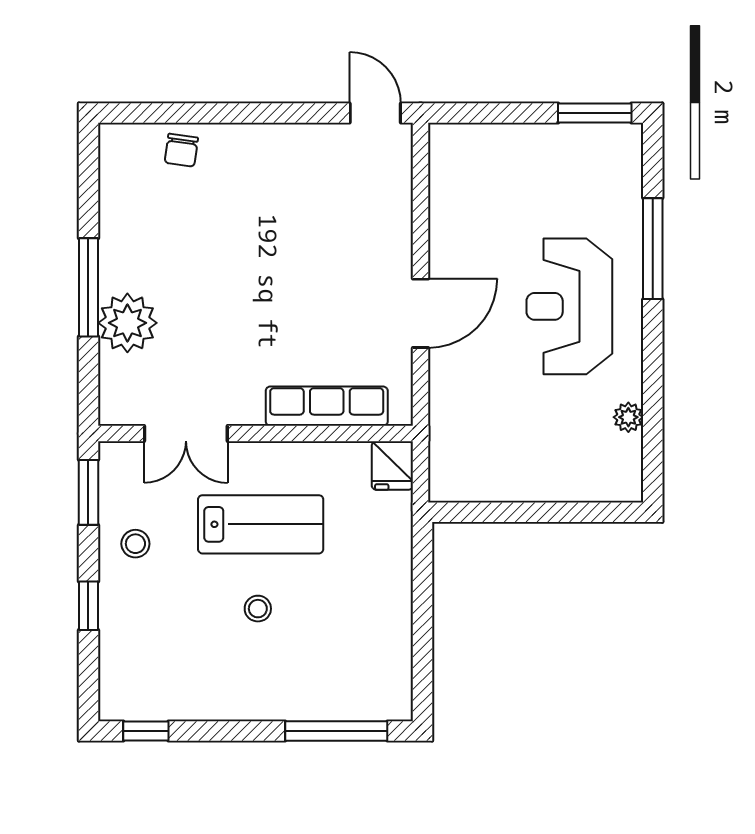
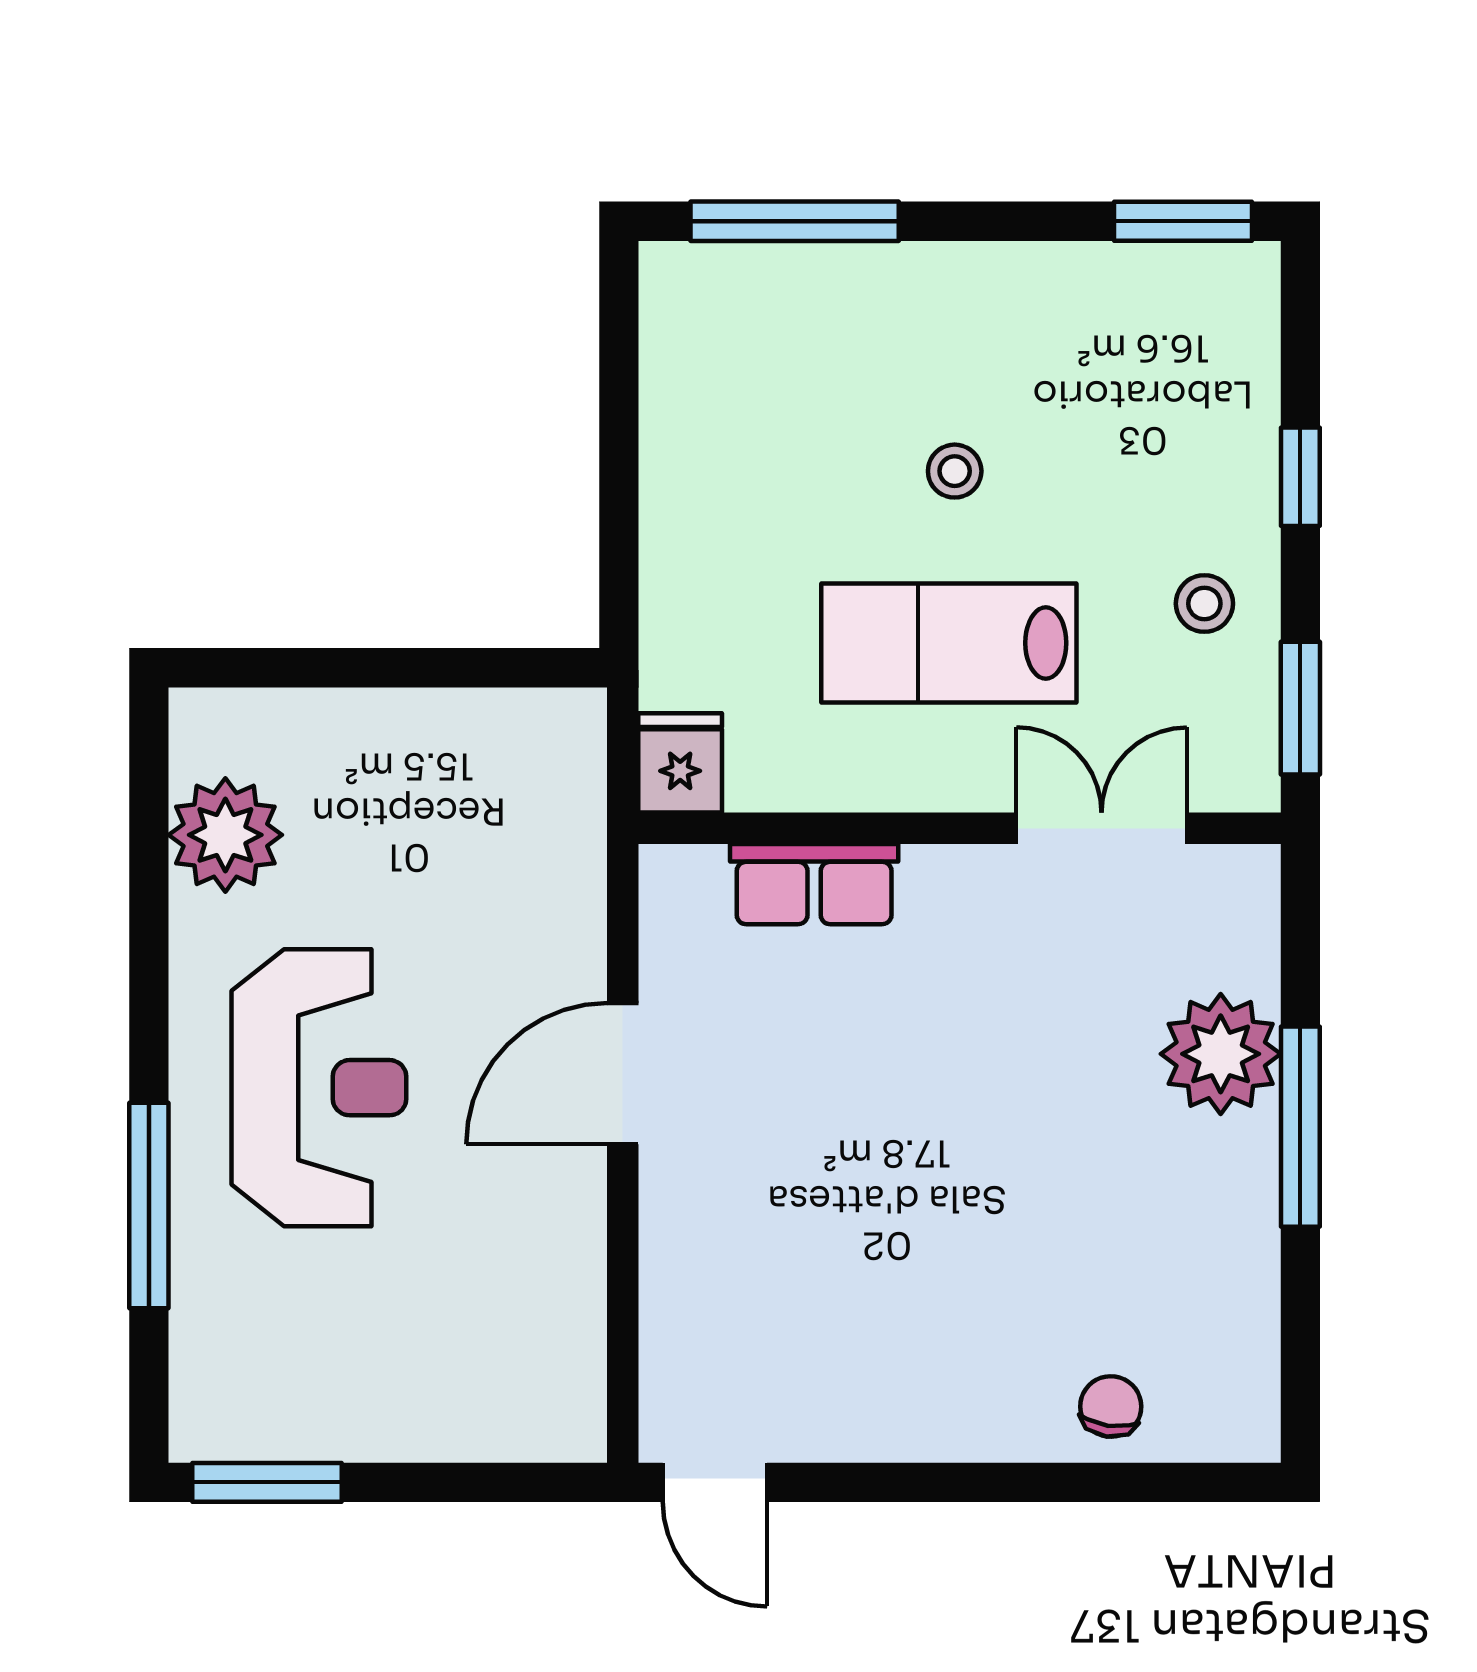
row of seats: (327, 406) -> (814, 884), width x0.68
plant: (628, 417) -> (225, 835), width x1.88, depth x1.88
window: (146, 731) -> (1183, 221), width x1.50

